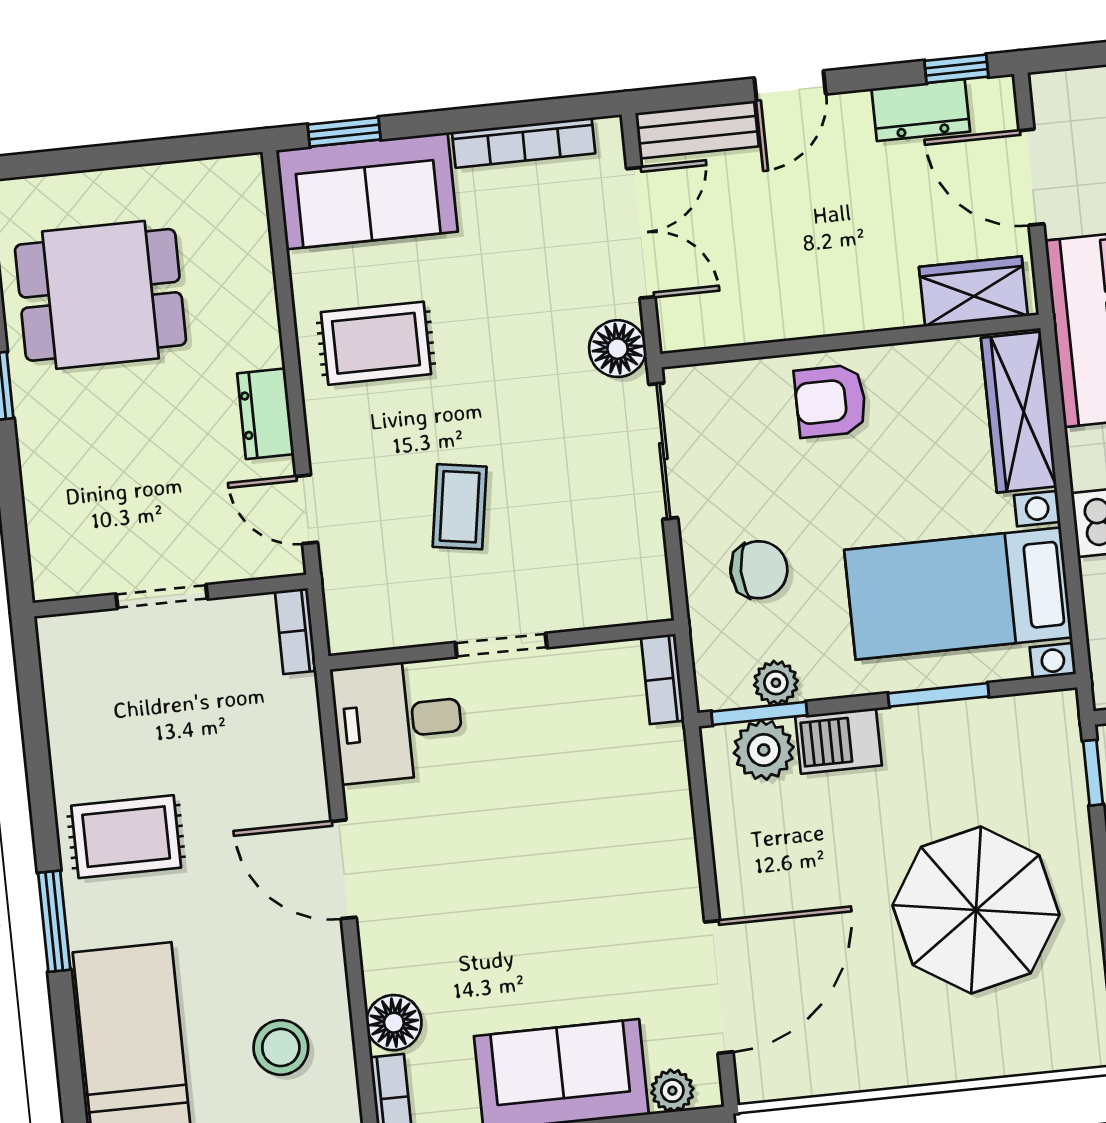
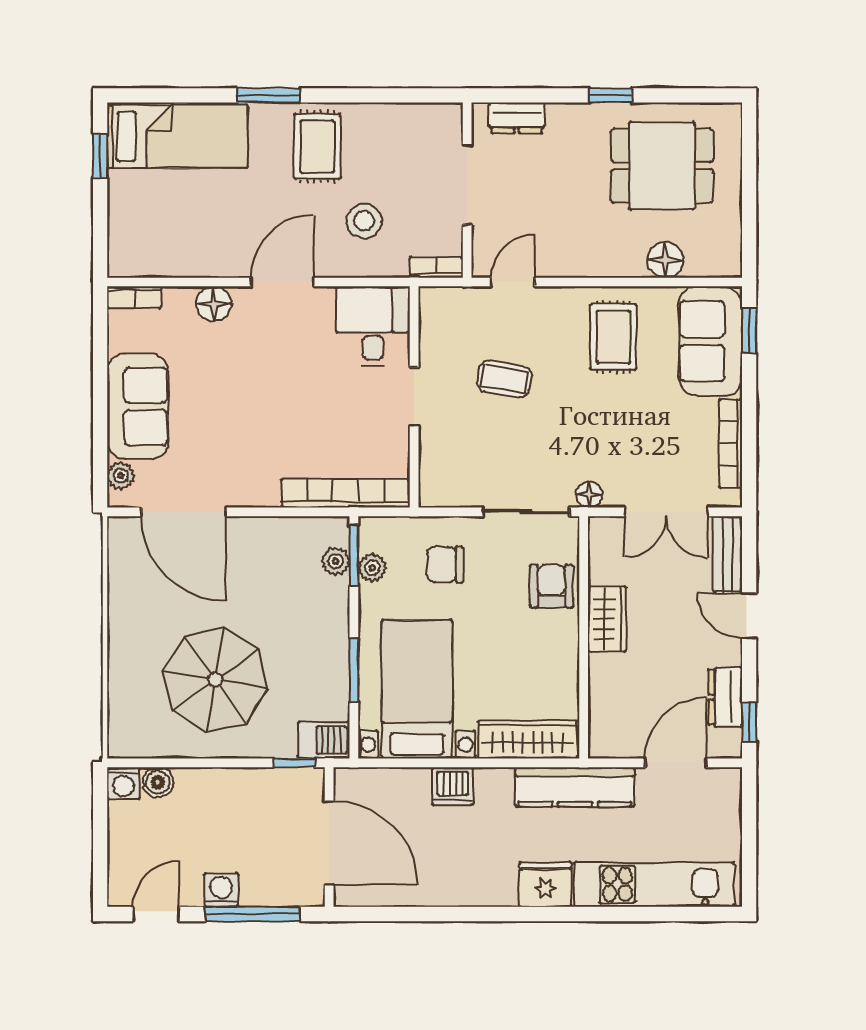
floor lamp: (247, 274) -> (666, 260), added
wardrobe: (973, 291) -> (607, 619), moved
dining table: (101, 295) -> (662, 166), turned 90
floor lamp: (618, 349) -> (589, 494), width x0.73, depth x0.73
armchair: (830, 401) -> (551, 586), moved
dresser: (266, 414) -> (517, 118), moved, turned 180
chair: (759, 570) -> (445, 564), turned 90
doorway: (162, 596) -> (467, 185), width x1.38
bookcase: (663, 679) -> (346, 493), width x2.31, depth x1.31
barbecue: (838, 741) -> (324, 740), moved, turned 90
plant: (764, 750) -> (336, 561), width x0.73, depth x0.73
floor lamp: (394, 1023) -> (214, 304), moved
stool: (281, 1047) -> (364, 221), moved

